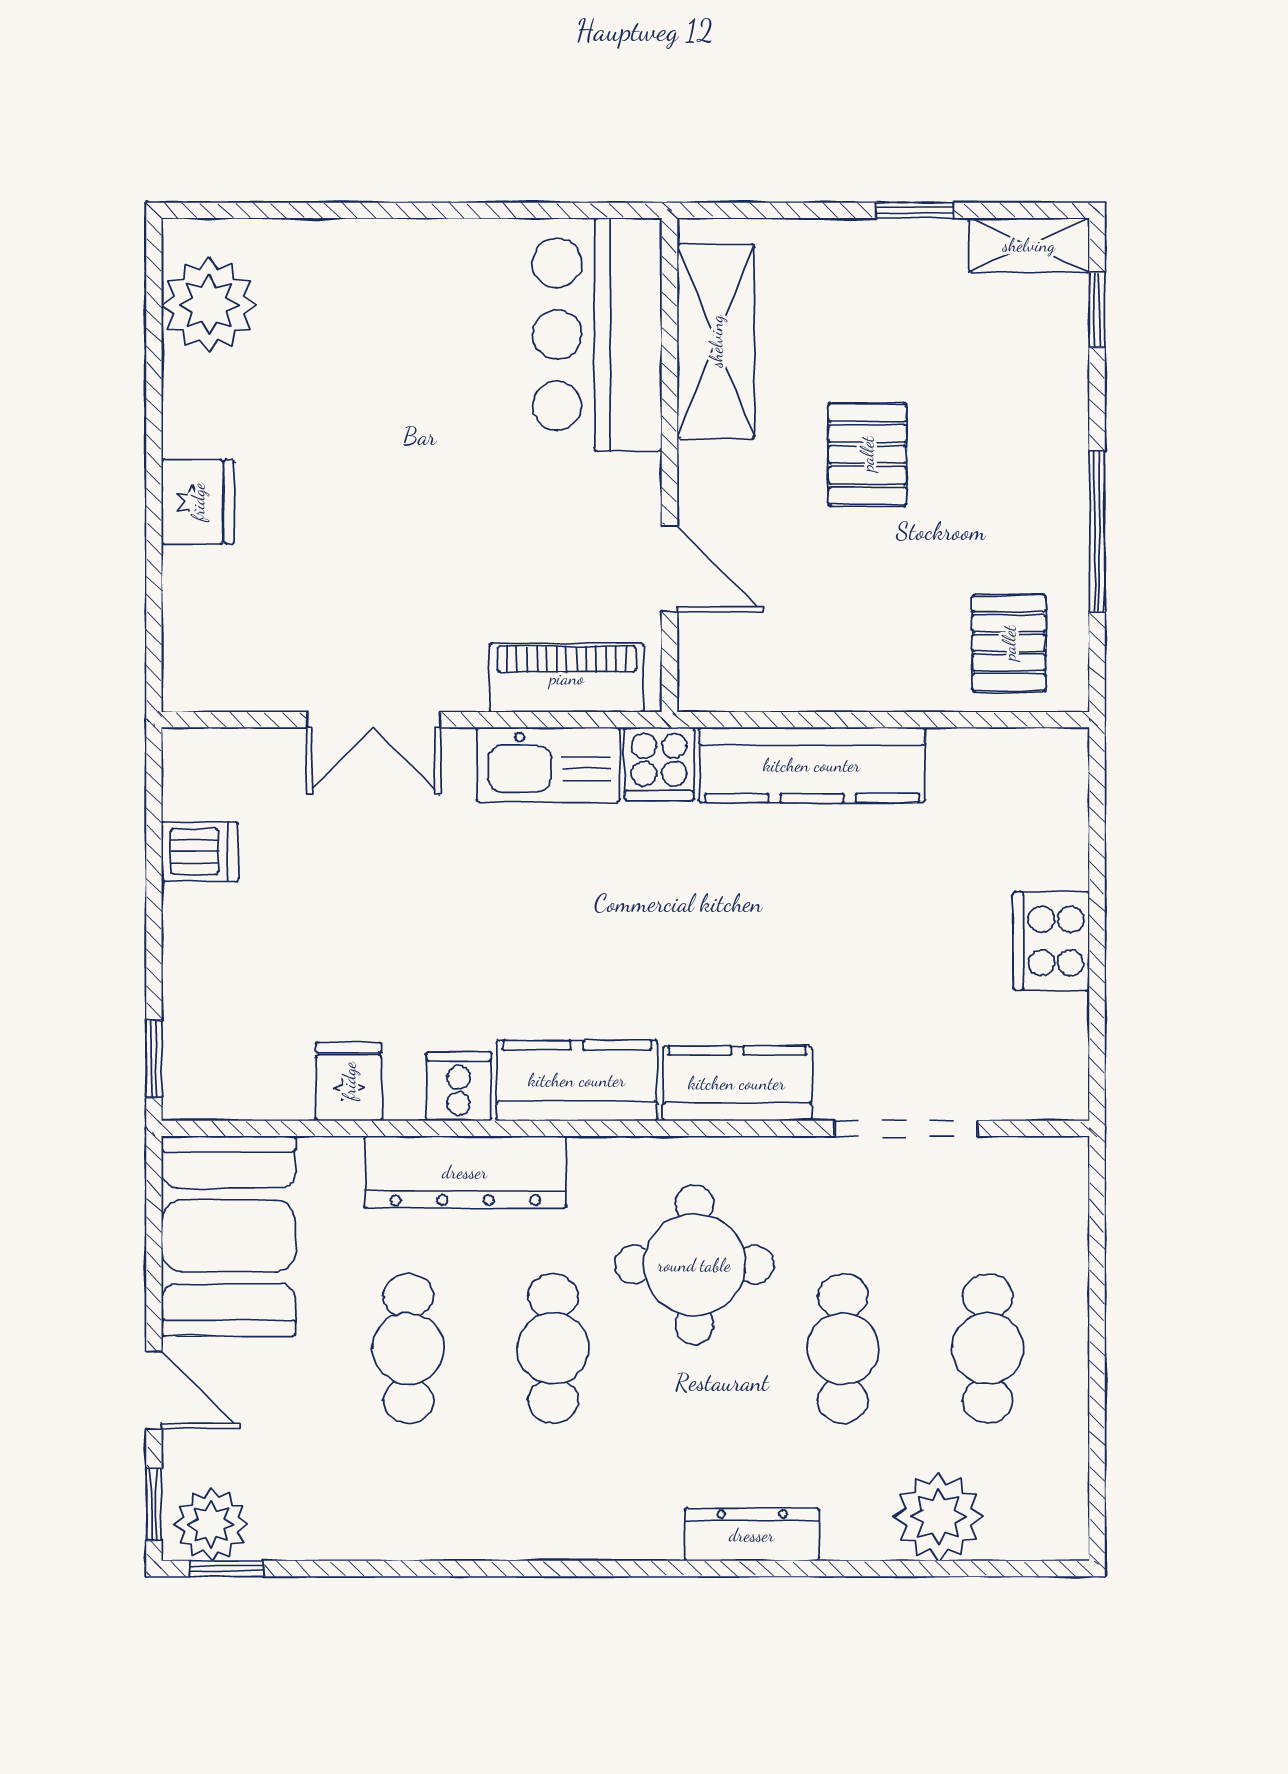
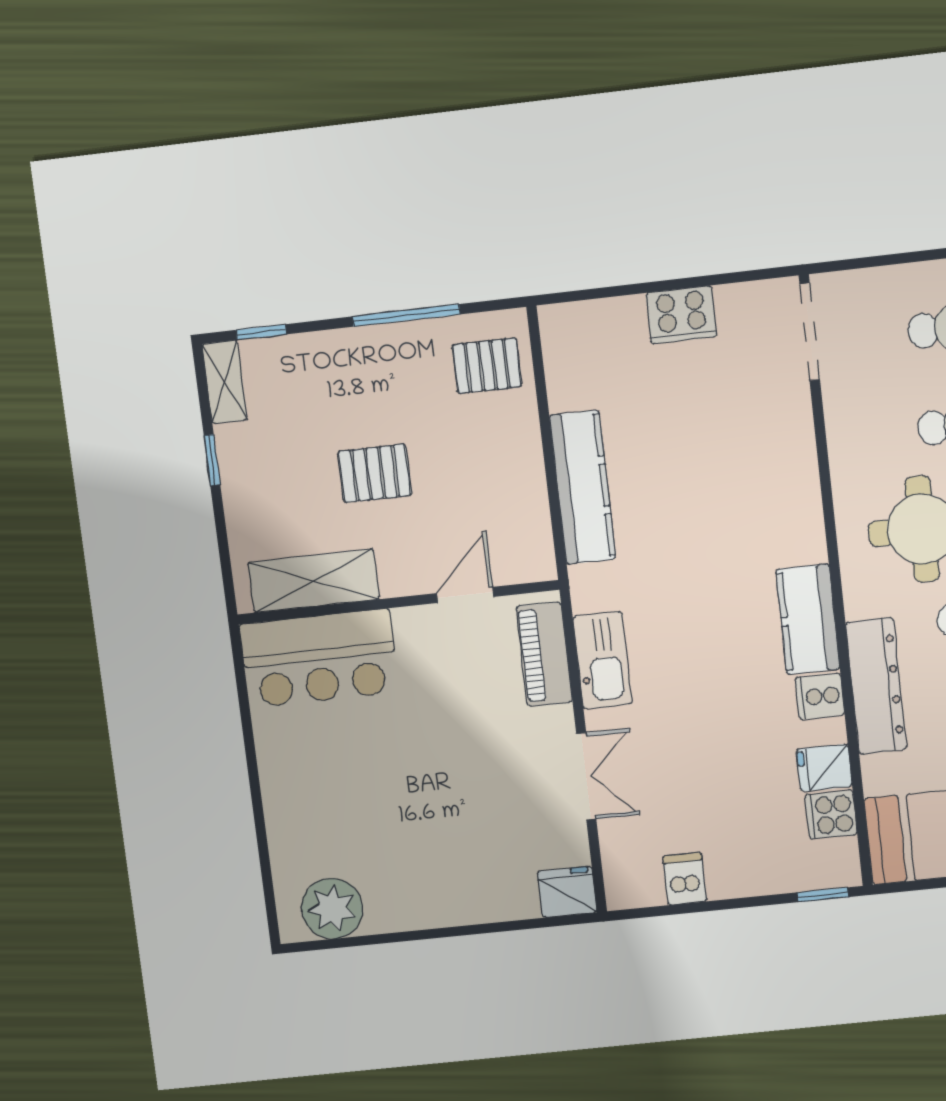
fridge: (198, 502) -> (567, 892), moved
cooker: (659, 764) -> (831, 815), moved, turned 180
kitchen counter: (737, 1083) -> (799, 514), removed
doorway: (906, 1128) -> (810, 332), moved

